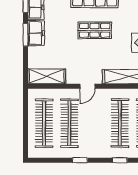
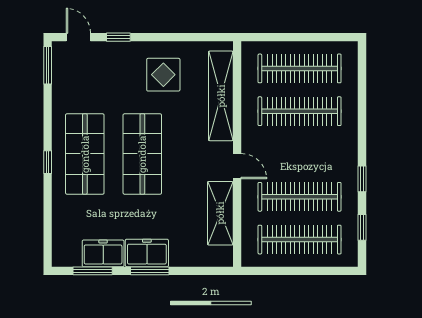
shop shelf: (95, 30) -> (142, 154), width x1.43, depth x1.36
shelving: (47, 76) -> (220, 213), moved
window: (120, 160) -> (362, 227), moved

